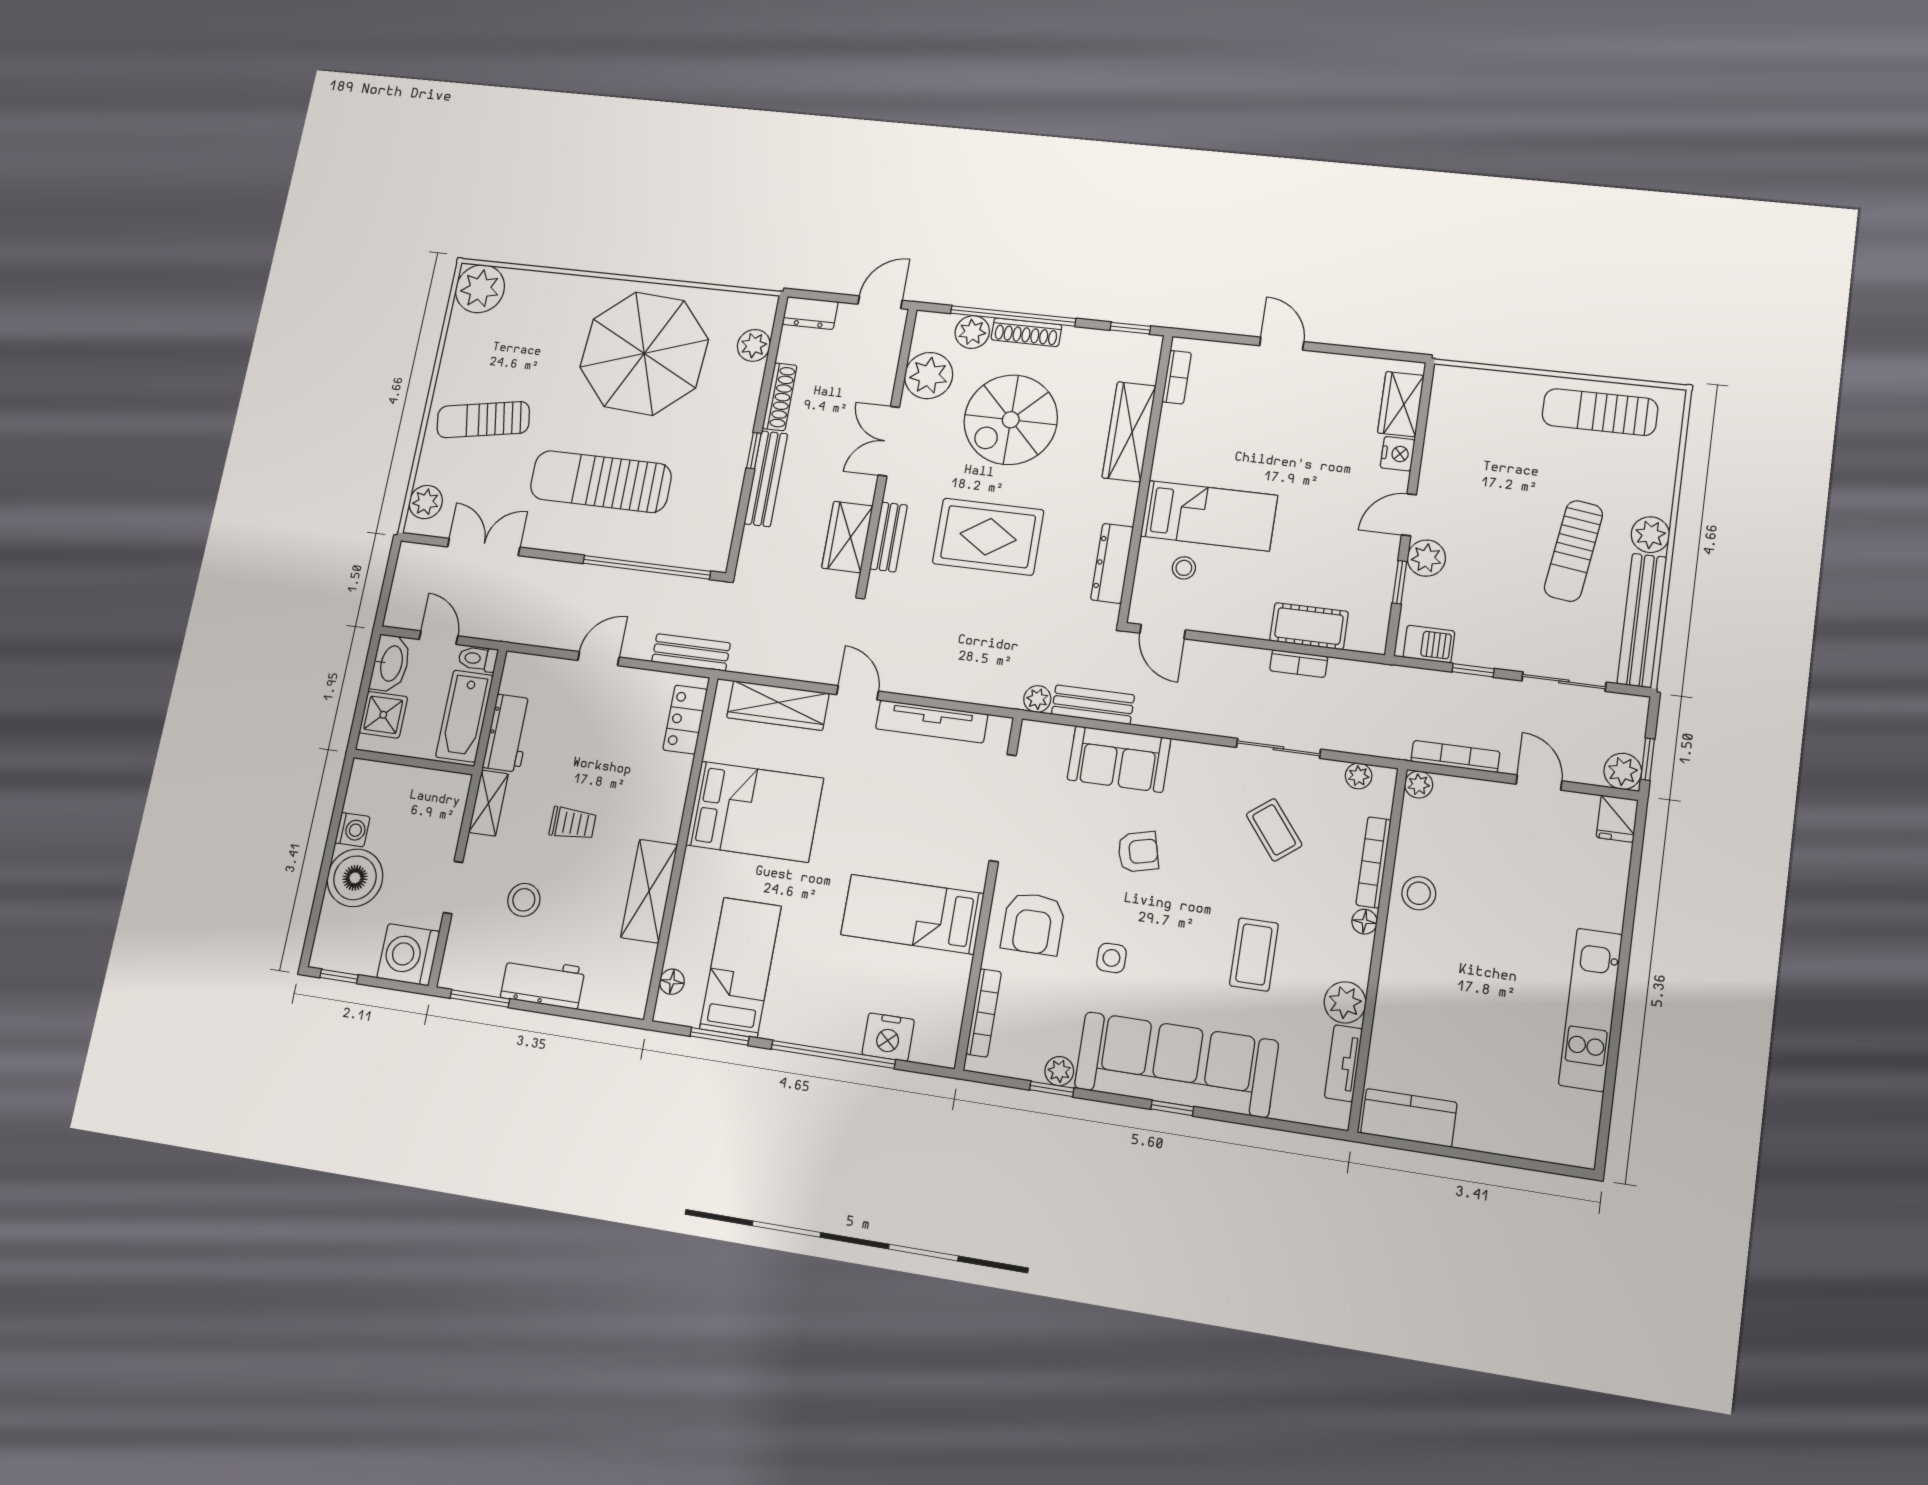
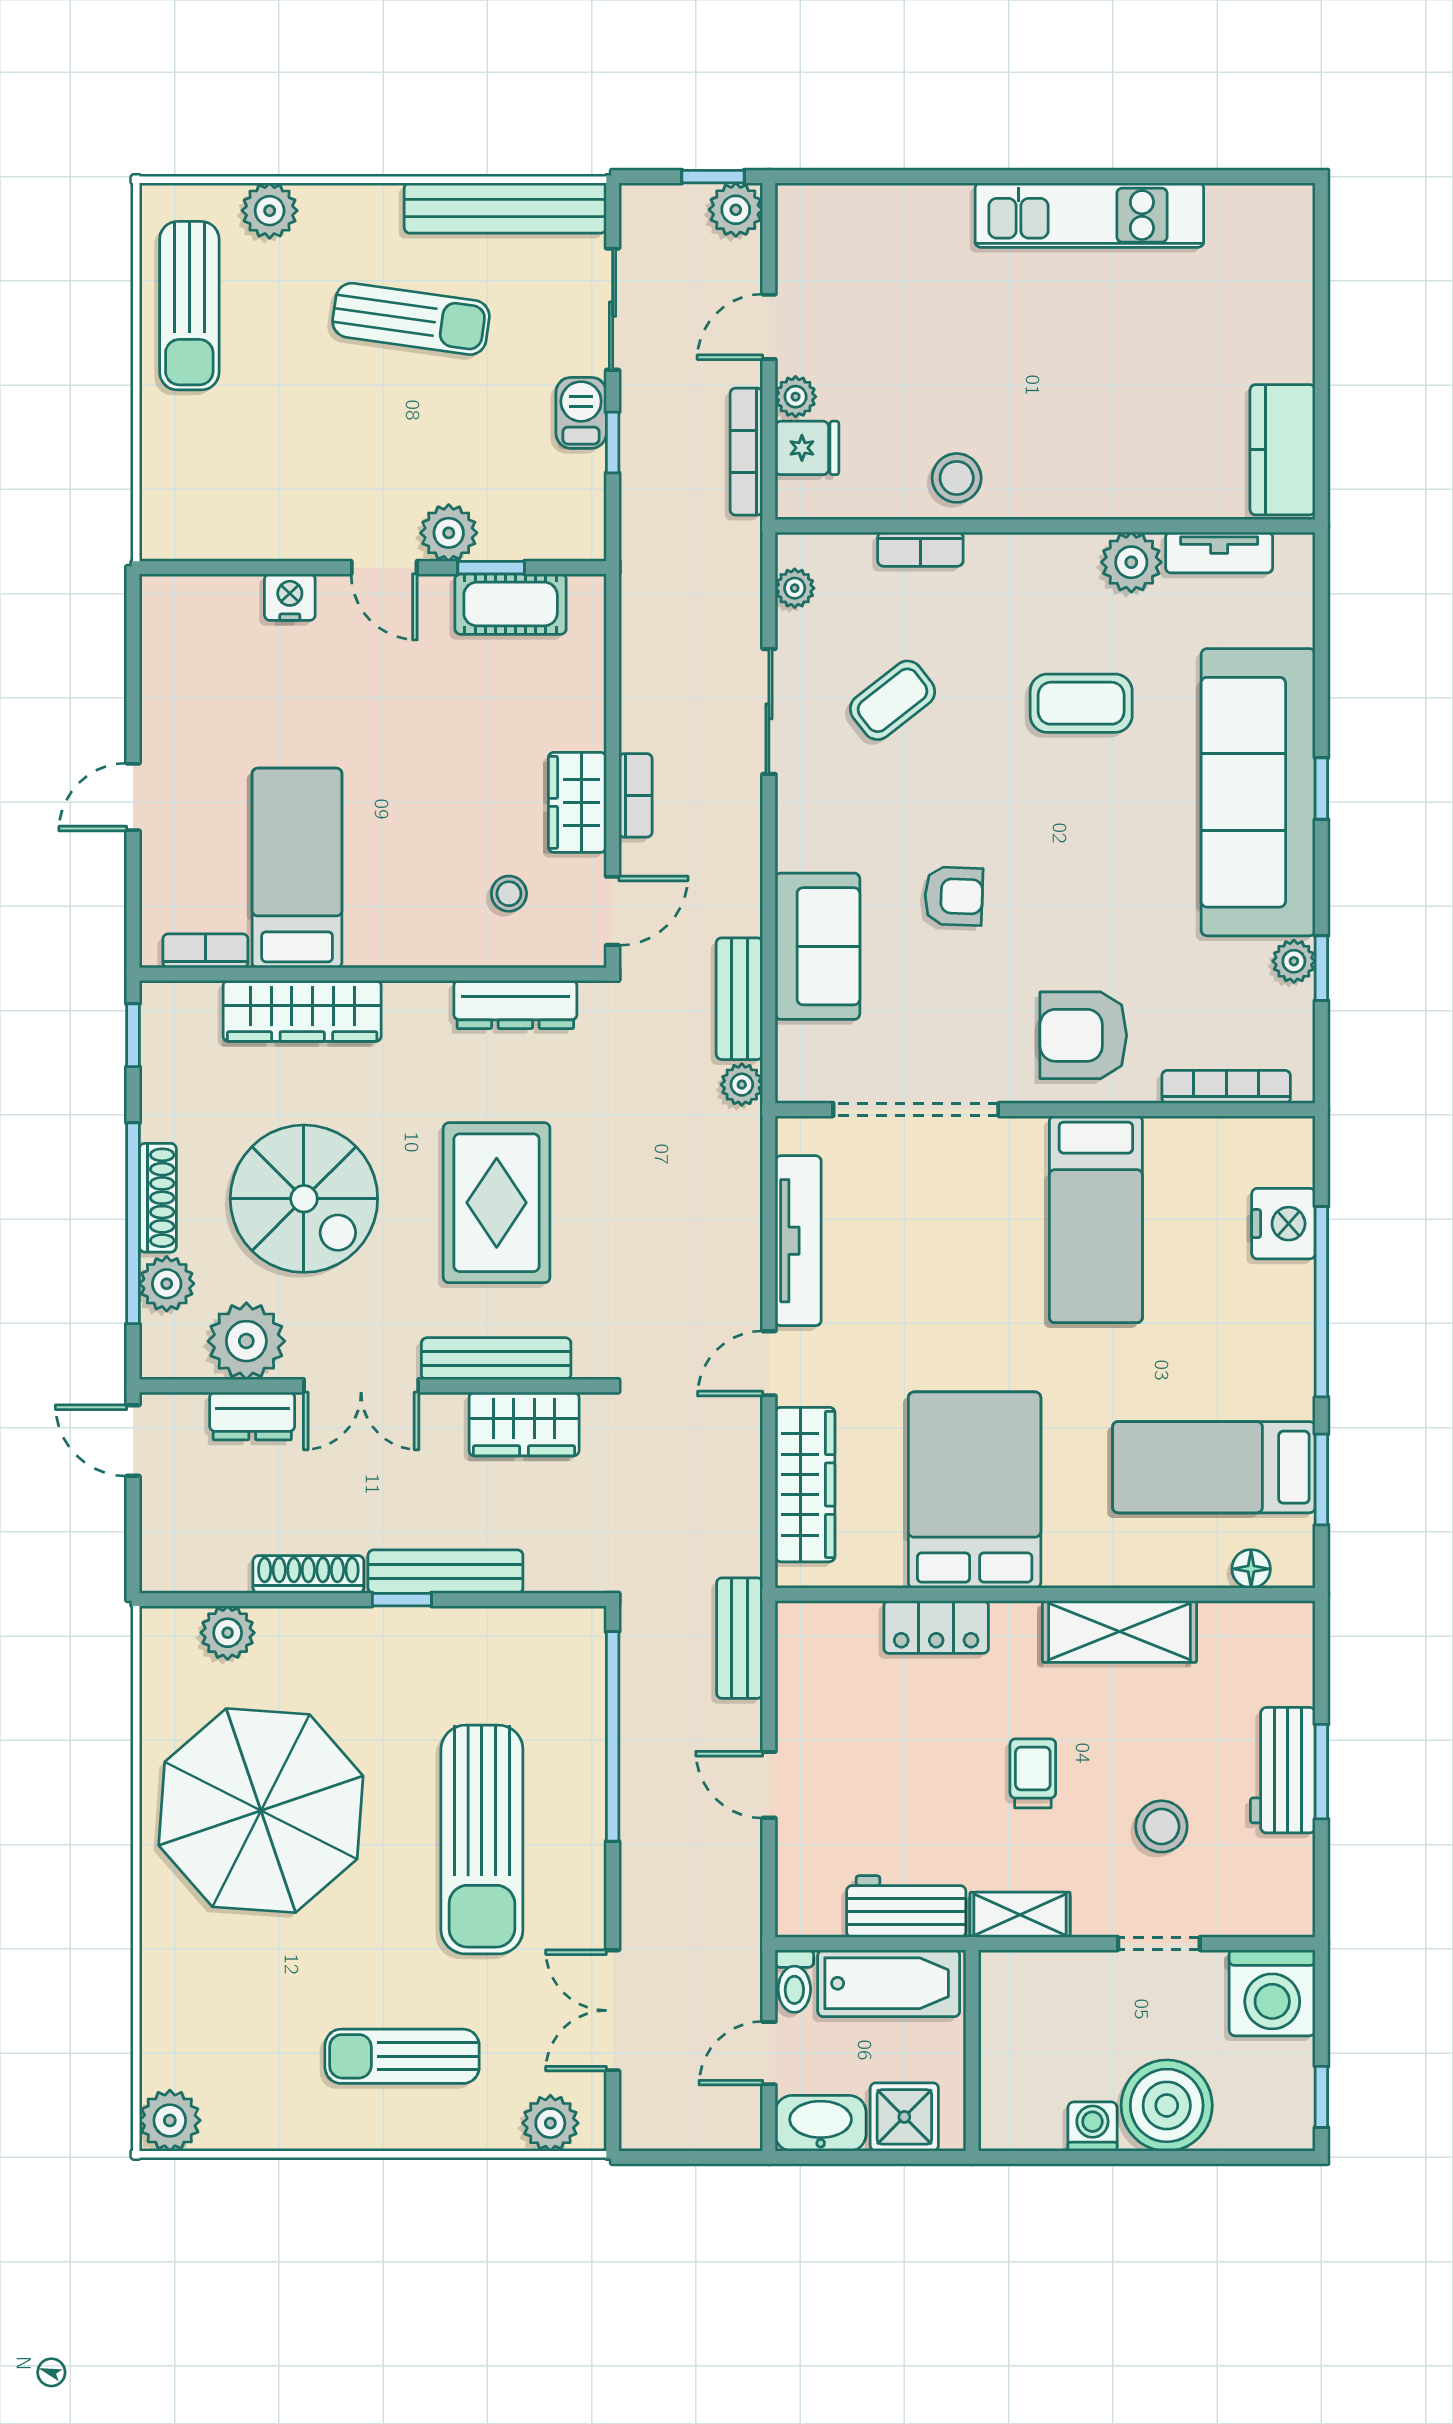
plant: (480, 289) -> (170, 2120), width x0.73, depth x0.73
dresser: (810, 313) -> (252, 1416), moved, turned 90
wardrobe: (1401, 404) -> (577, 802), moved, turned 90
sun lounger: (483, 420) -> (402, 2056), turned 100
bed: (1209, 516) -> (297, 868), moved
plant: (1650, 535) -> (270, 211), moved
bench: (889, 537) -> (496, 1359), width x1.36
cot: (1309, 626) -> (511, 604), moved, turned 90
barbecue: (1429, 644) -> (581, 413), moved
bookcase: (1299, 663) -> (636, 795), moved
locker: (685, 720) -> (936, 1627), moved
plant: (1419, 785) -> (796, 397), moved
fridge: (1617, 819) -> (807, 448), moved
armchair: (1138, 852) -> (954, 896), turned 106
bookcase: (1373, 862) -> (920, 549), width x0.64
floor lamp: (1364, 922) -> (1010, 550), removed
armchair: (1033, 924) -> (1083, 1035), turned 180
side table: (1111, 958) -> (1117, 911), removed
window: (480, 998) -> (1321, 1772), moved

